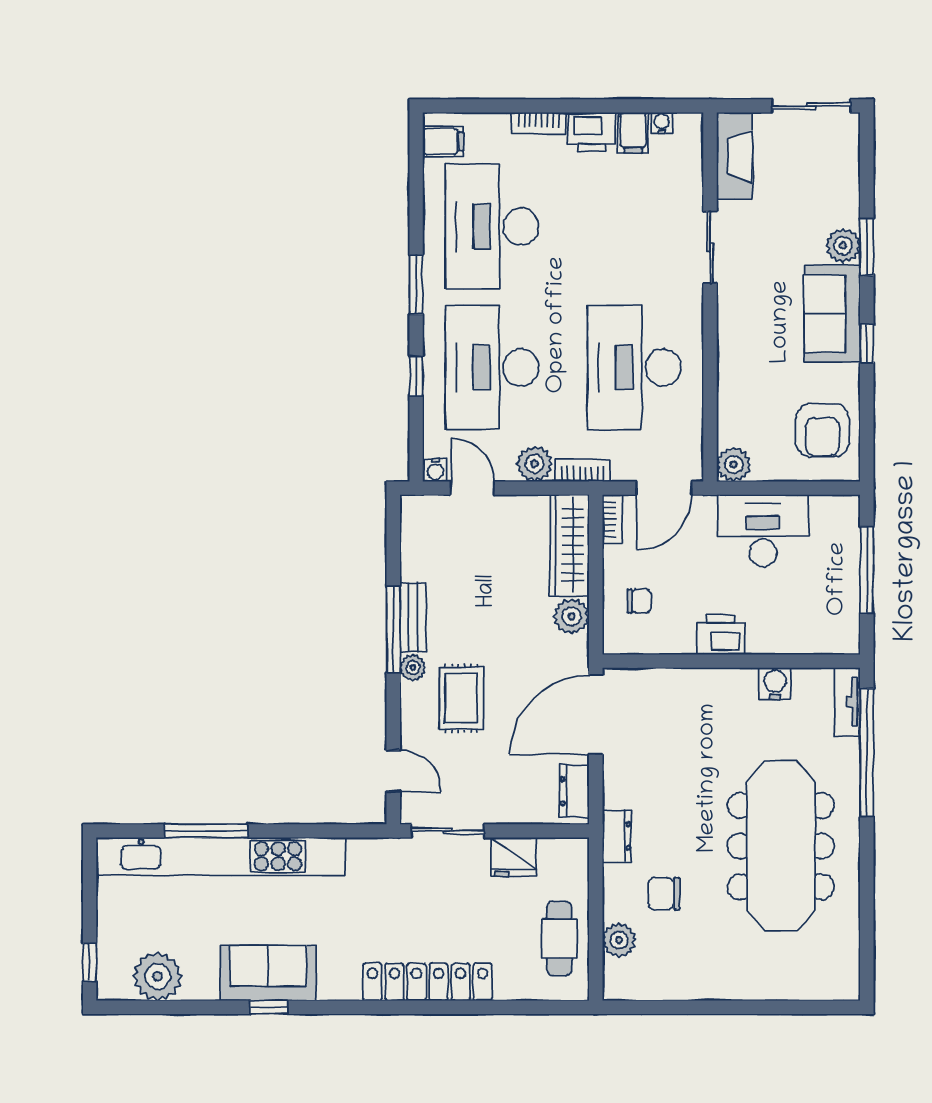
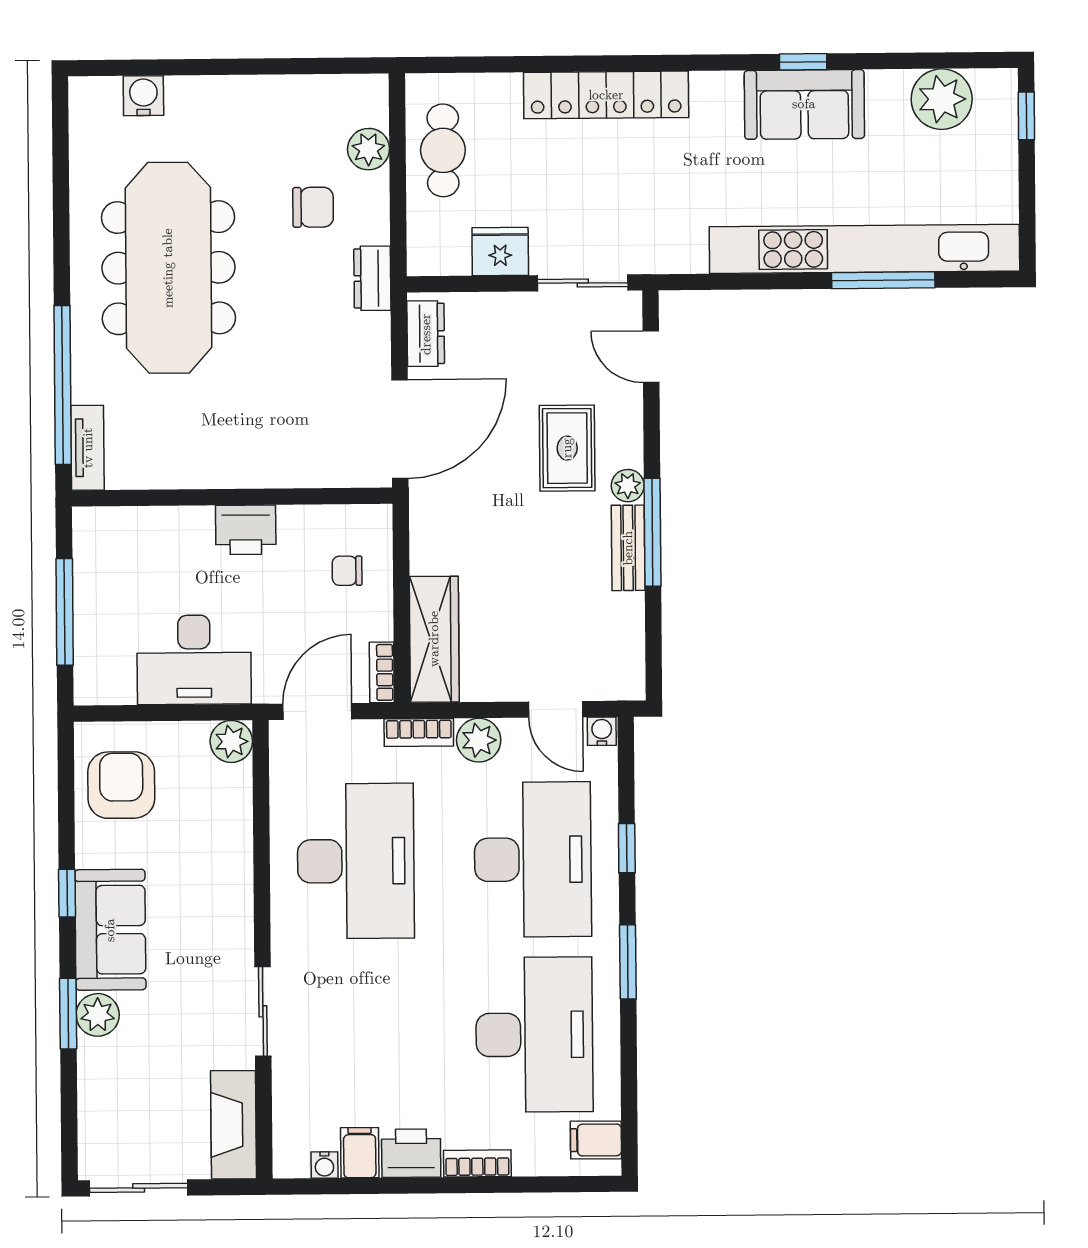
plant: (571, 616) -> (431, 551), removed
water cooler: (775, 684) -> (143, 96), moved, turned 180

